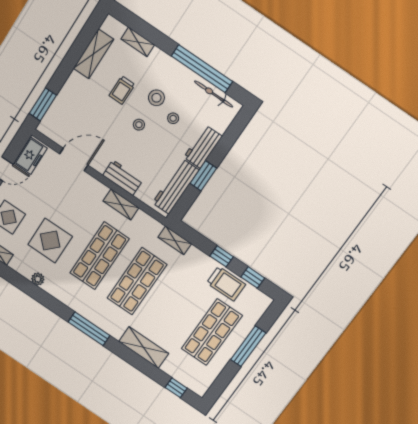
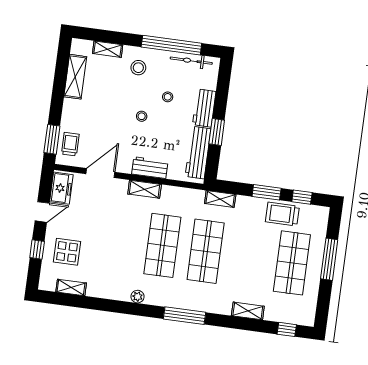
trolley: (122, 90) -> (70, 144), moved, turned 180
stool: (156, 98) -> (138, 68), moved
shelving: (121, 204) -> (145, 189), moved
display table: (50, 241) -> (113, 254), removed
window: (222, 256) -> (267, 192), width x1.50
plant: (38, 279) -> (137, 297), moved
trolley: (226, 284) -> (282, 214), turned 180
shelving: (144, 347) -> (248, 311), width x0.67, depth x0.75

